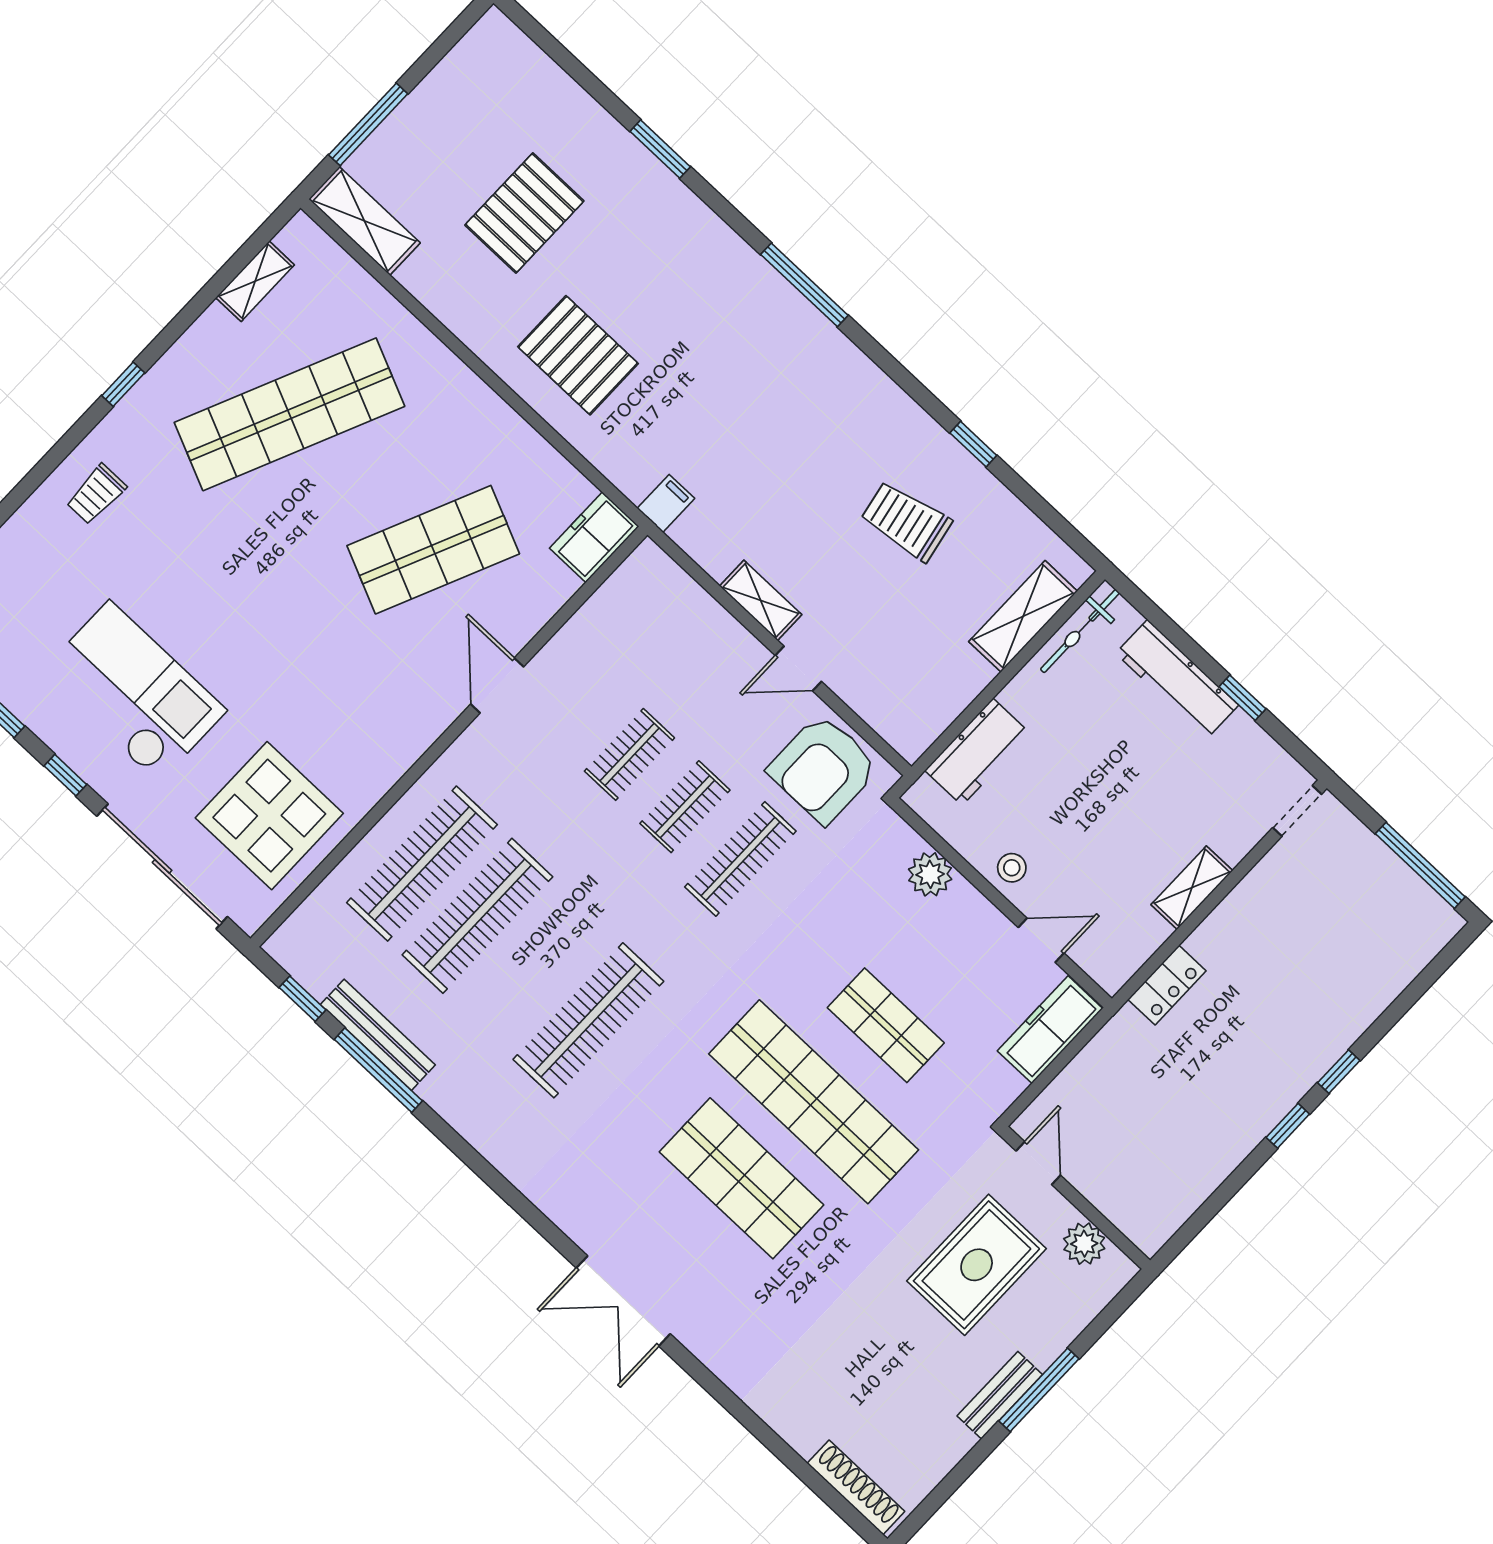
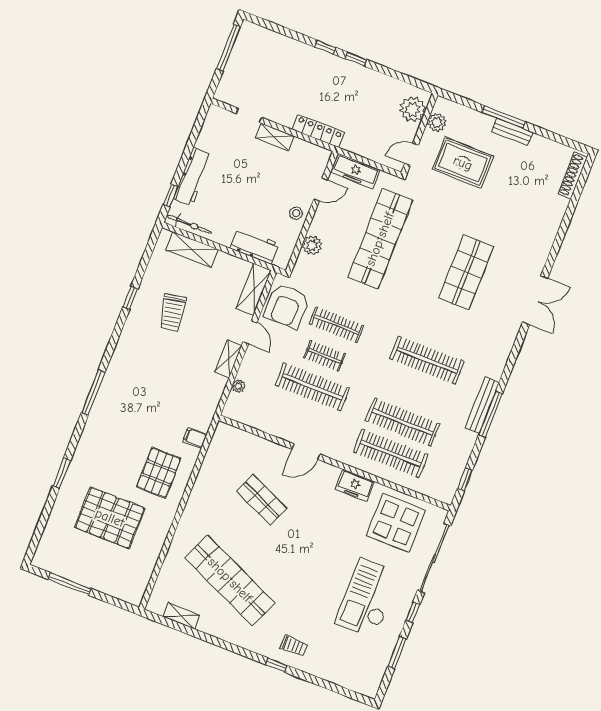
window: (368, 124) -> (69, 584), moved
pallet: (524, 213) -> (110, 518), width x1.37, depth x1.41
shelving: (364, 221) -> (254, 289), moved
window: (123, 384) -> (276, 665), moved
filing cabinet: (666, 503) -> (195, 438), moved
freezer: (594, 537) -> (355, 485), moved
shop shelf: (433, 550) -> (261, 500), width x0.70, depth x0.74
plant: (694, 598) -> (239, 386), added
window: (1242, 698) -> (171, 195), moved
clothes rail: (629, 754) -> (312, 387), width x1.86, depth x1.31
armchair: (823, 769) -> (287, 306), turned 90
doorway: (1297, 811) -> (249, 115), moved
door: (1041, 940) -> (321, 189), swing flipped
locker: (1167, 985) -> (318, 131), width x1.53
shop shelf: (886, 1025) -> (380, 239), width x2.00, depth x1.36
bench: (378, 1035) -> (482, 405), moved
window: (378, 1070) -> (490, 414), moved
shop shelf: (814, 1102) -> (423, 255), removed
plant: (1133, 1204) -> (413, 109), added

